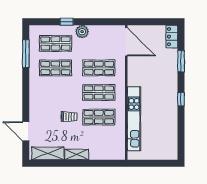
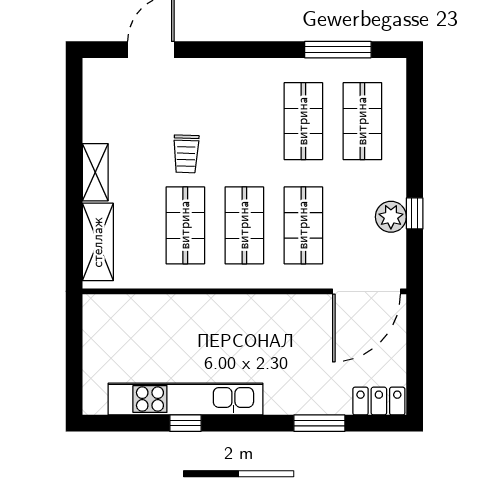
window: (67, 22) -> (415, 213), moved
plant: (82, 32) -> (391, 217), moved
window: (181, 99) -> (185, 423), moved
kitchen unit: (134, 119) -> (186, 399), moved, turned 180
shelving: (48, 153) -> (98, 242), moved

